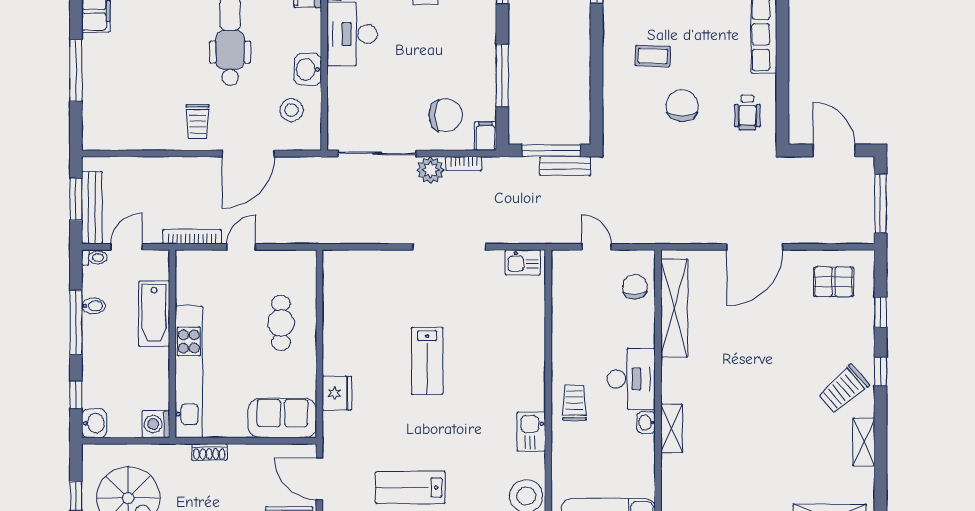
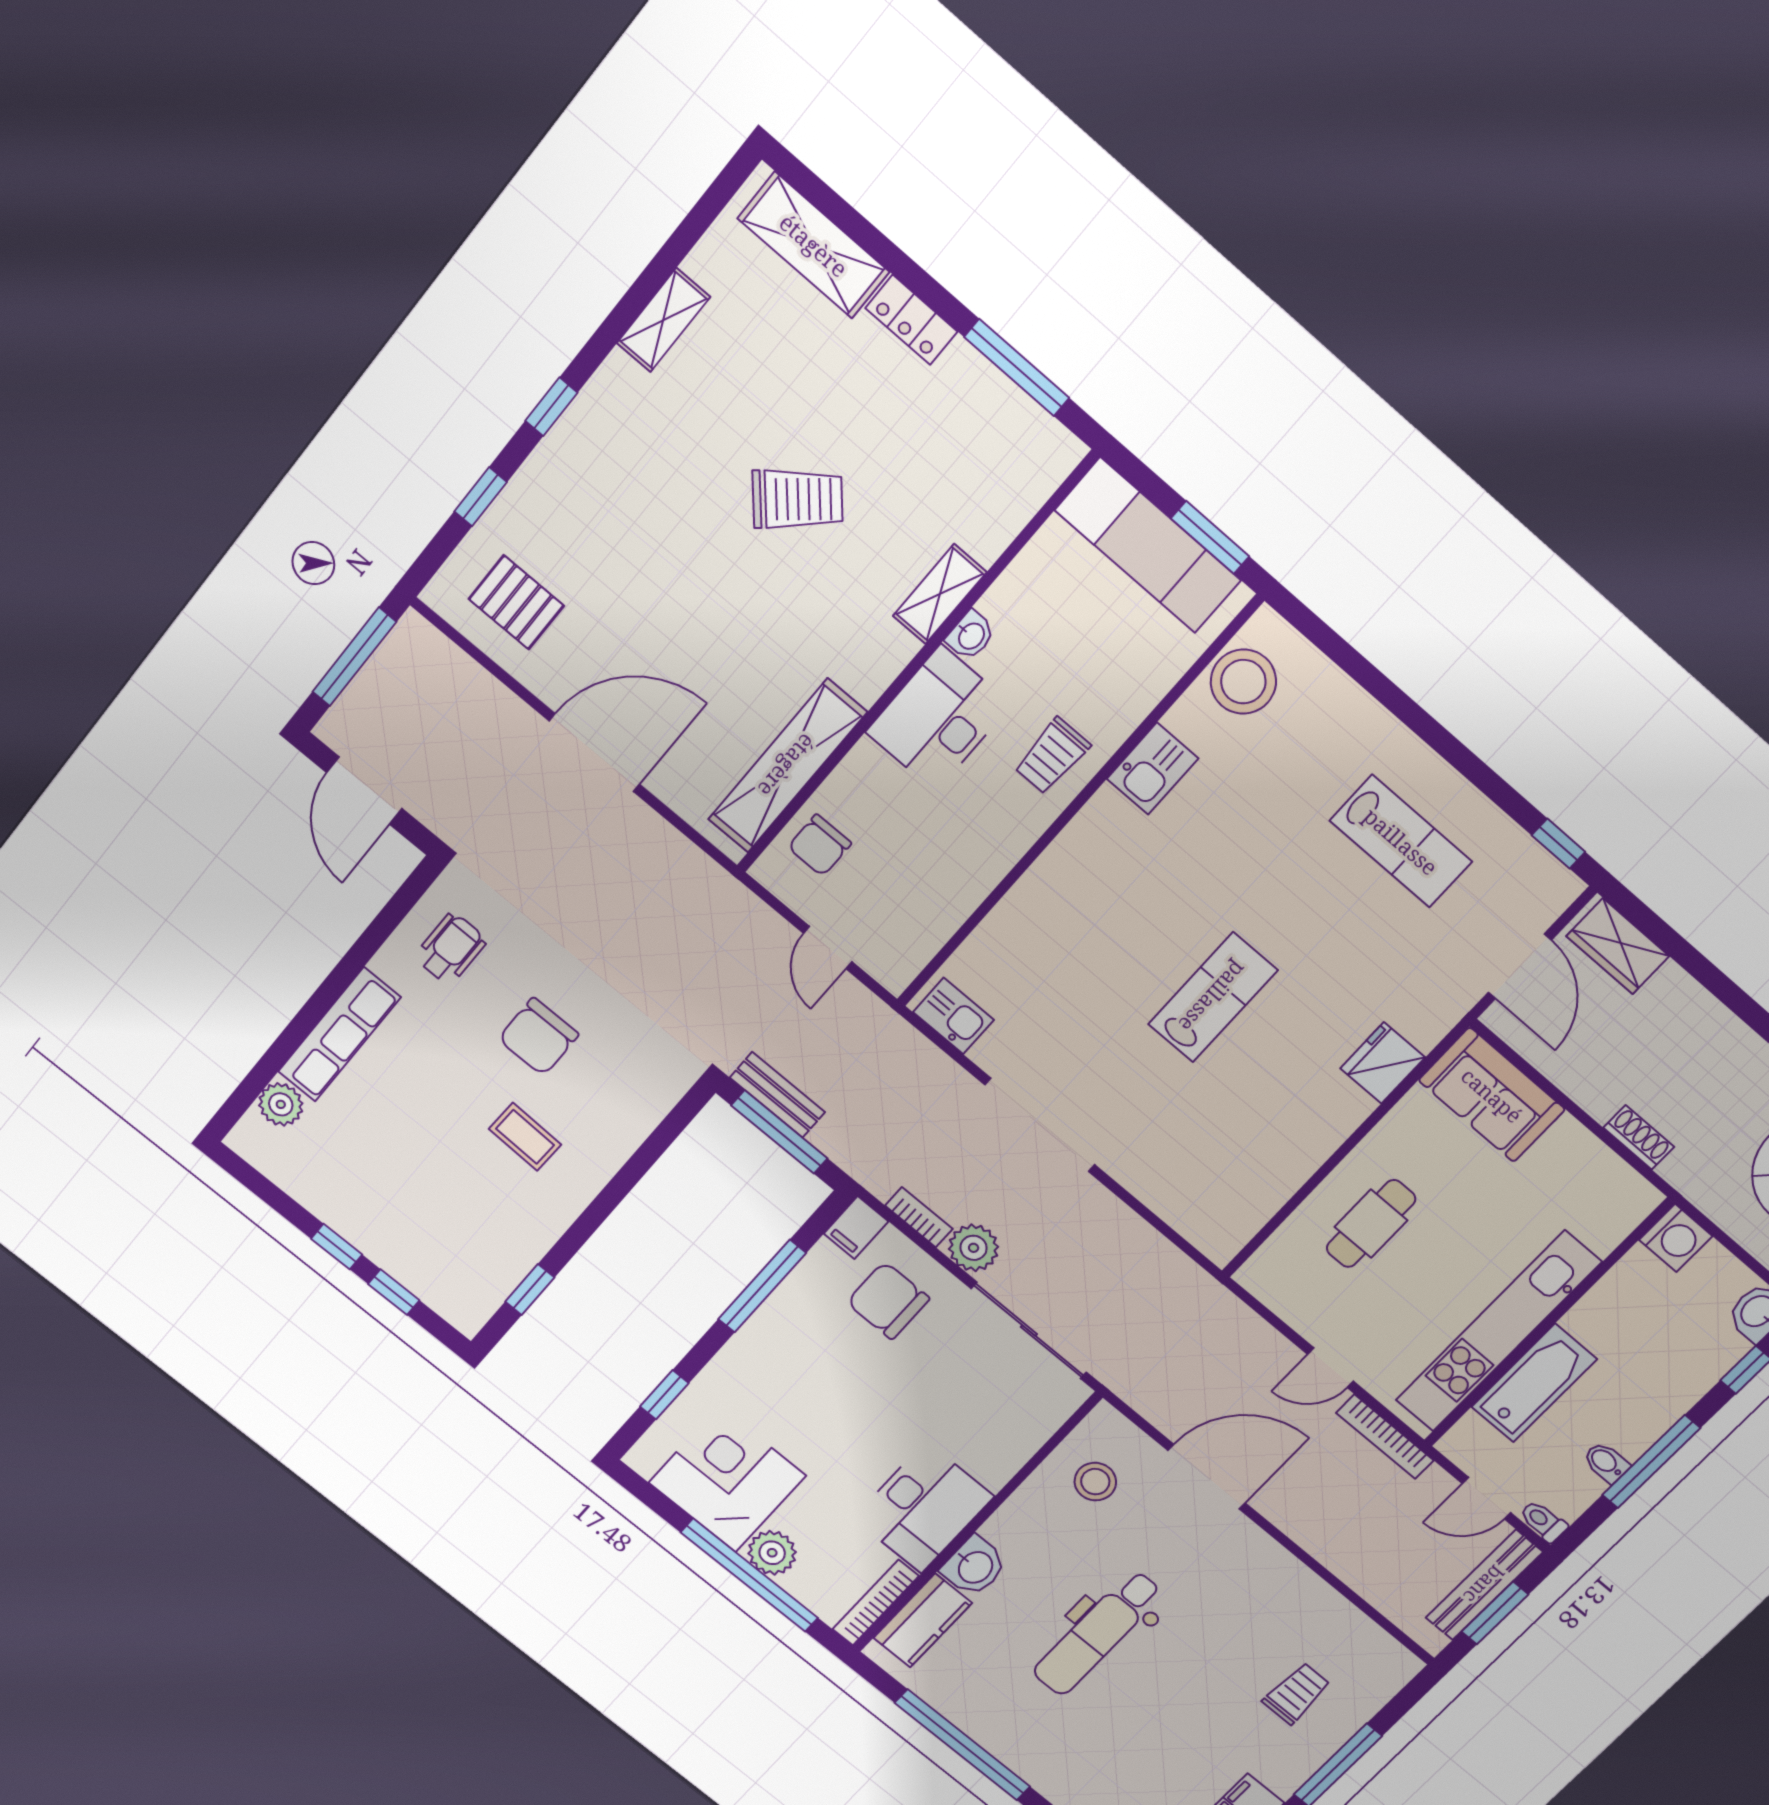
washbasin: (308, 69) -> (974, 1567), moved
trolley: (198, 122) -> (1296, 1693), moved
kitchen unit: (189, 372) -> (1498, 1331), moved
trolley: (844, 389) -> (797, 499), moved

